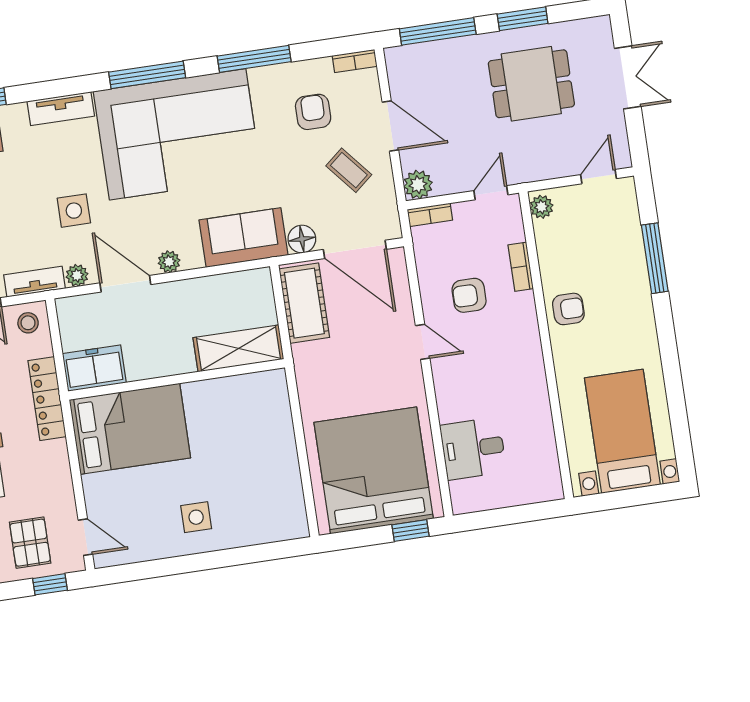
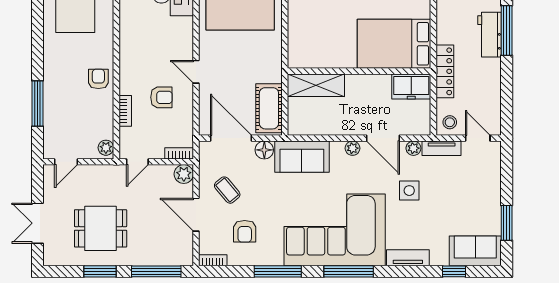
armchair: (568, 309) -> (98, 79), turned 90

